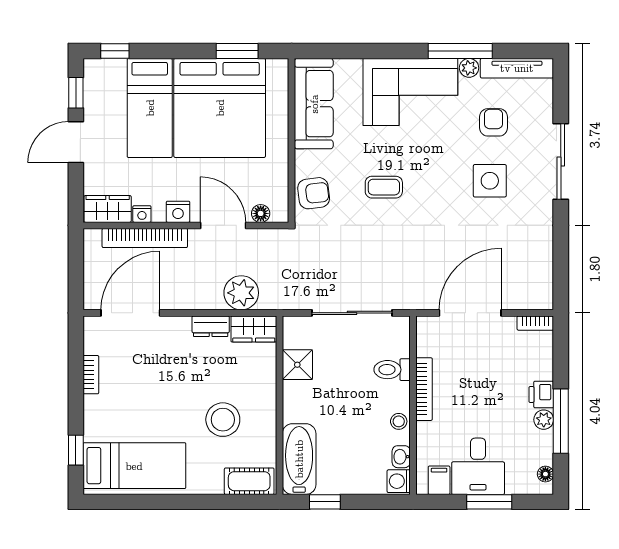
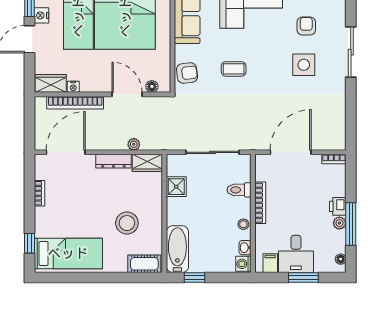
nightstand: (178, 212) -> (41, 15), moved, turned 90
plant: (241, 293) -> (134, 144), width x0.53, depth x0.53
dresser: (211, 326) -> (113, 161), width x1.44

